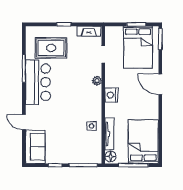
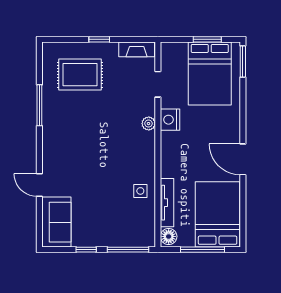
bar counter: (38, 82) -> (60, 126), removed
door: (160, 84) -> (243, 159), moved
nightstand: (111, 95) -> (170, 120), moved

